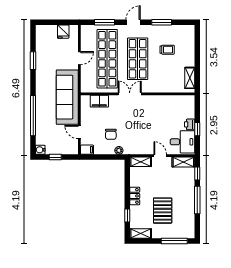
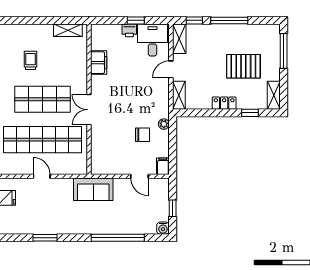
sofa: (67, 97) -> (93, 189), width x0.54, depth x0.79
filing cabinet: (99, 101) -> (99, 63), moved
door: (79, 132) -> (140, 176), hinge flipped

